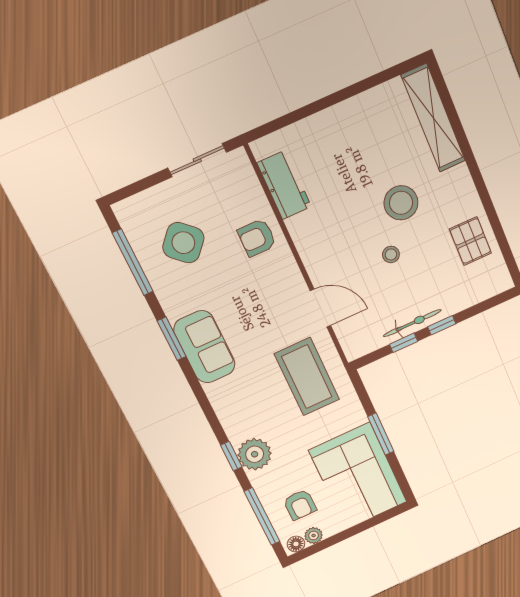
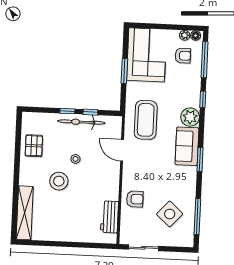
bicycle: (412, 323) -> (81, 122), width x1.37, depth x1.40
window: (172, 339) -> (200, 159), moved
sofa: (205, 347) -> (187, 146), moved
plant: (255, 454) -> (190, 117), moved
armchair: (300, 505) -> (183, 56), turned 90

